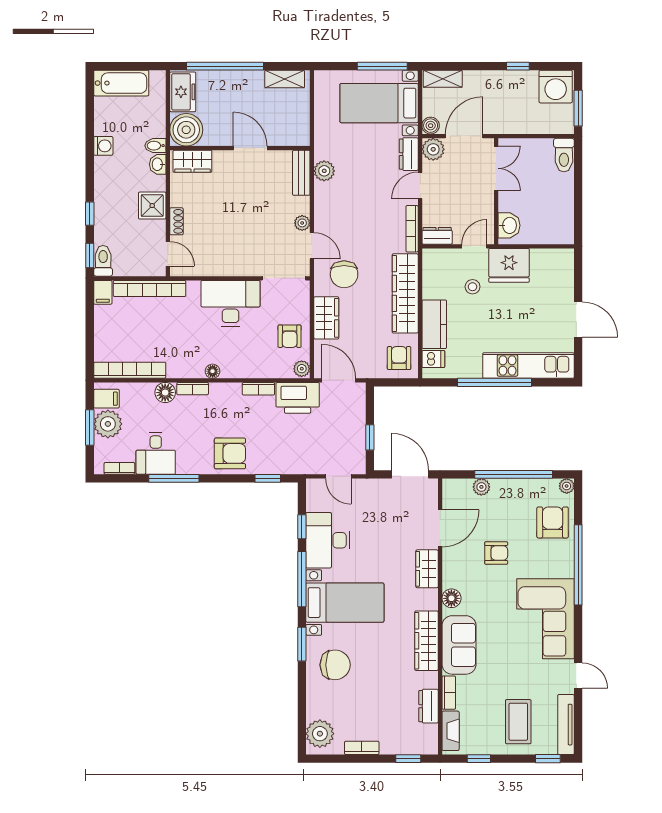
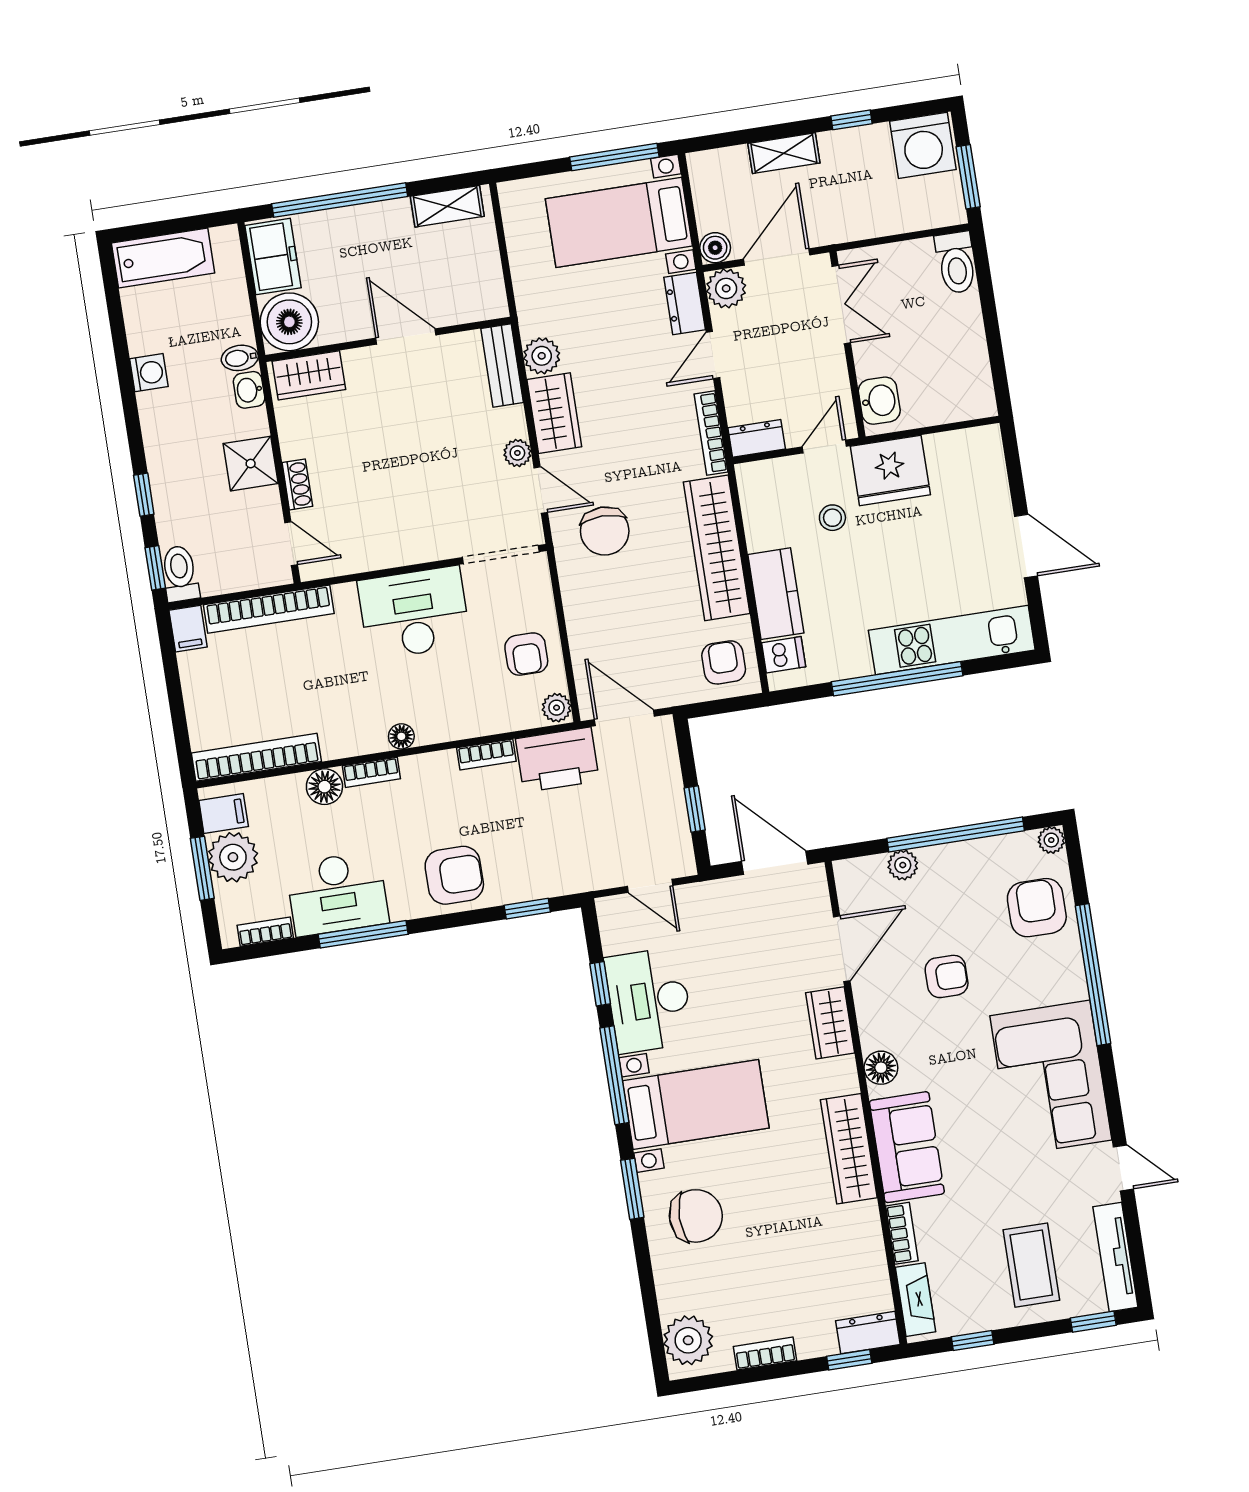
shelving: (443, 79) -> (784, 153), moved
wardrobe: (326, 318) -> (554, 413), moved
desk: (156, 453) -> (337, 894), width x1.37
dresser: (428, 706) -> (868, 1333), moved, turned 90

